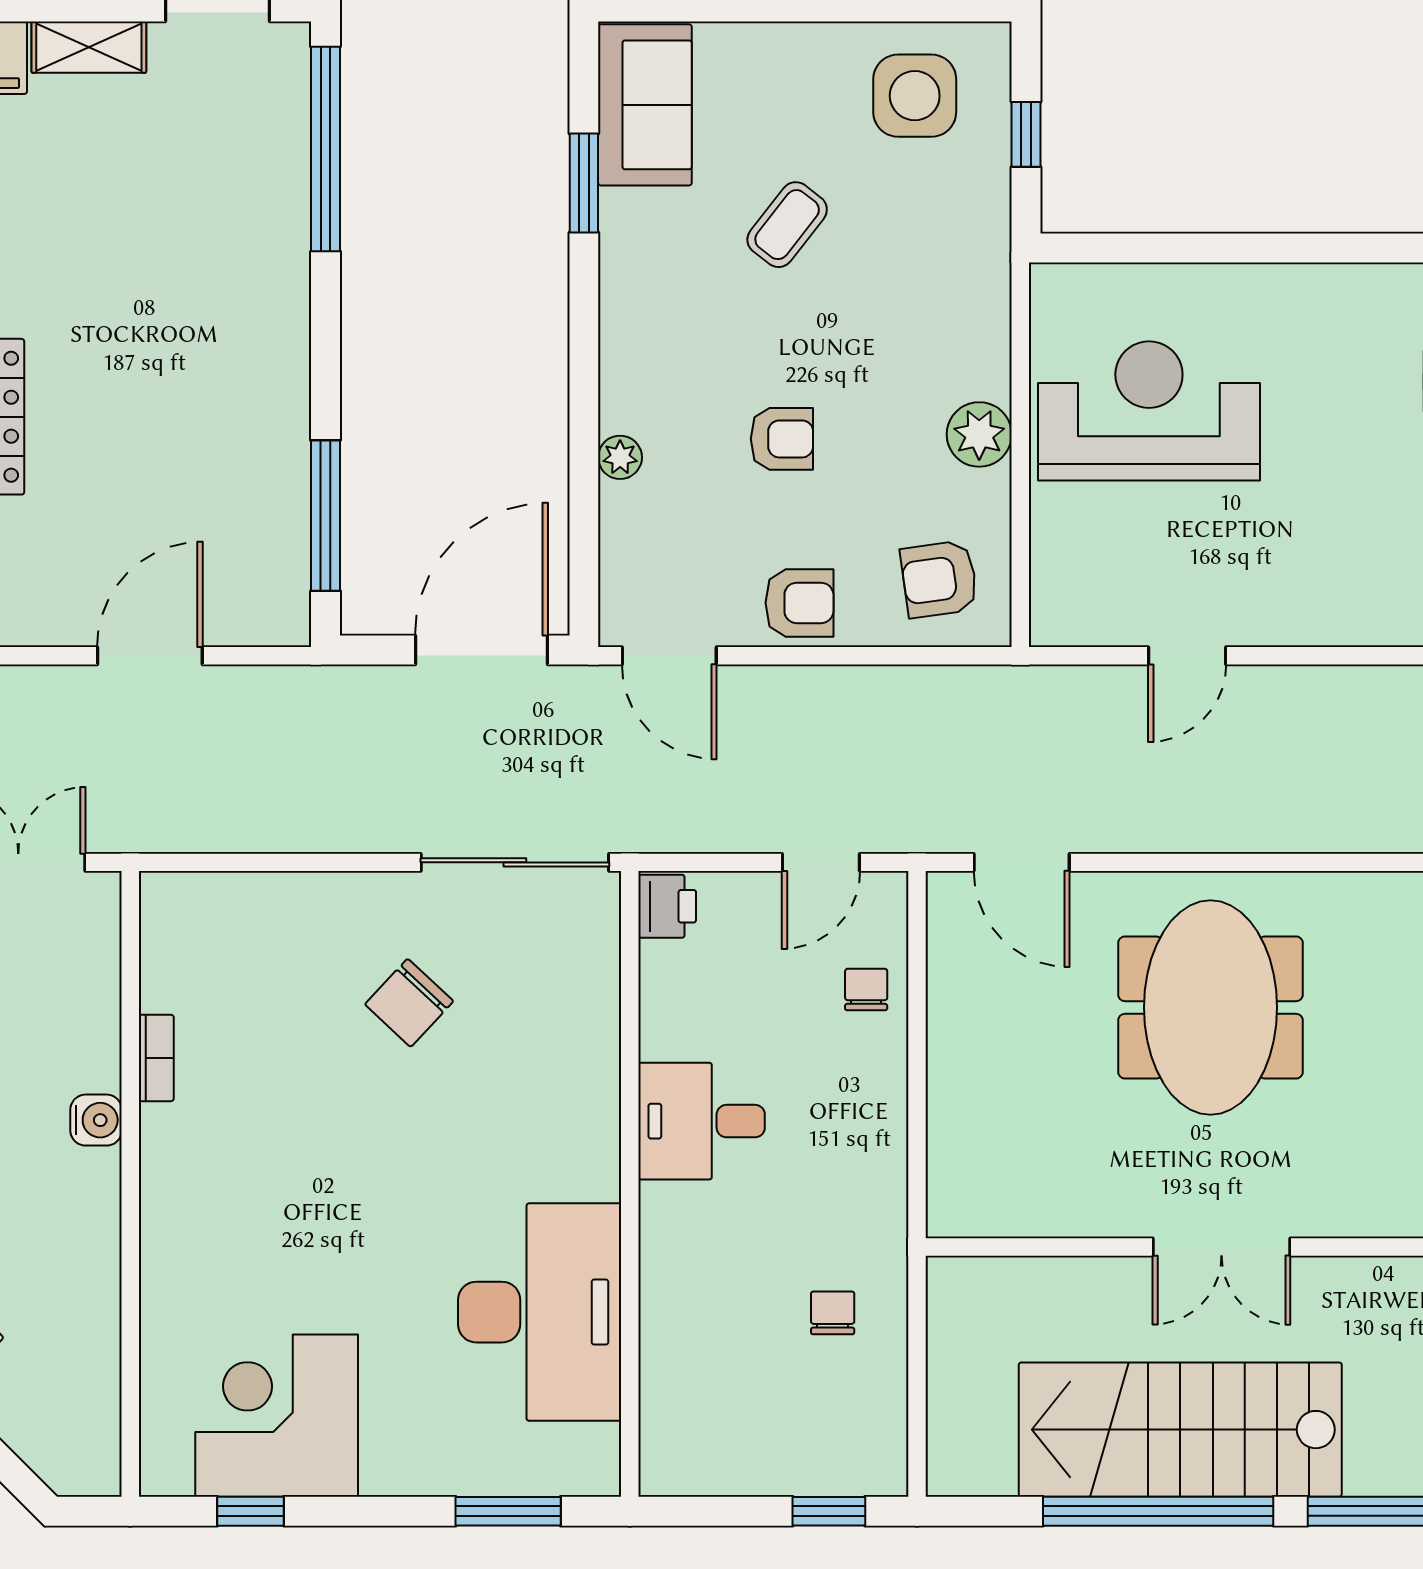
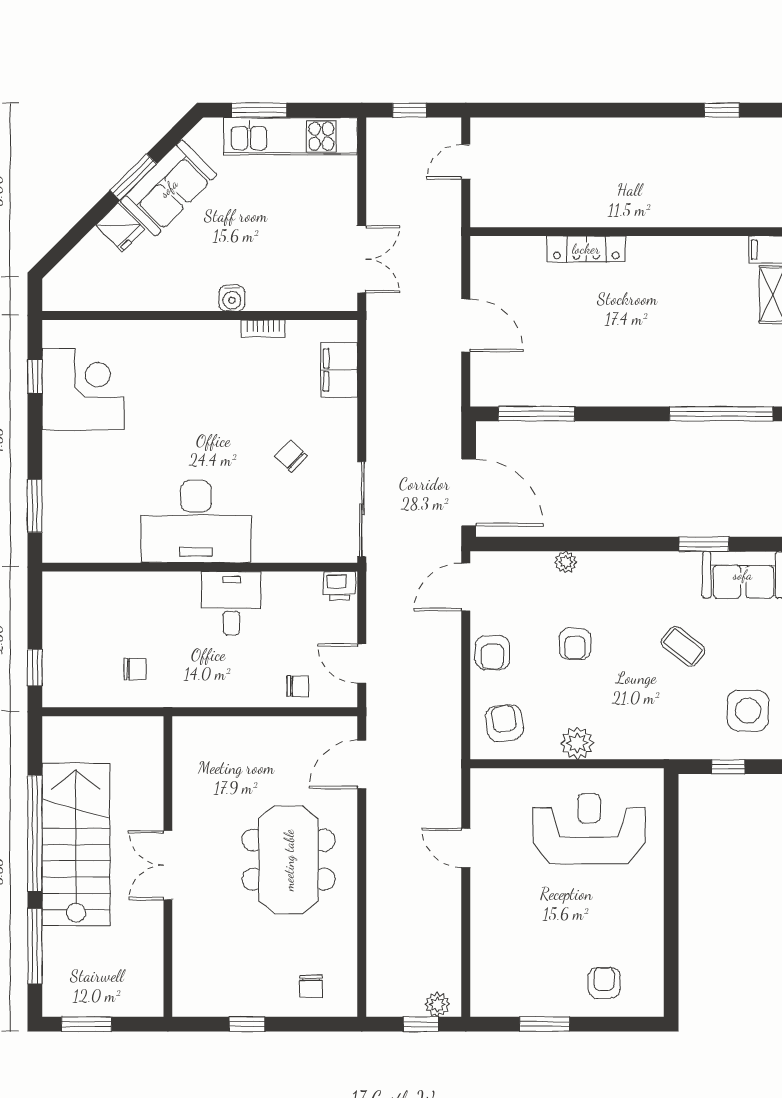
reception desk: (1149, 411) -> (589, 829), turned -90
filing cabinet: (238, 907) -> (339, 370), added
chair: (409, 1003) -> (291, 456), width x0.73, depth x0.73
meeting table: (1210, 1007) -> (289, 860), turned 90
desk: (540, 1312) -> (196, 522), moved

